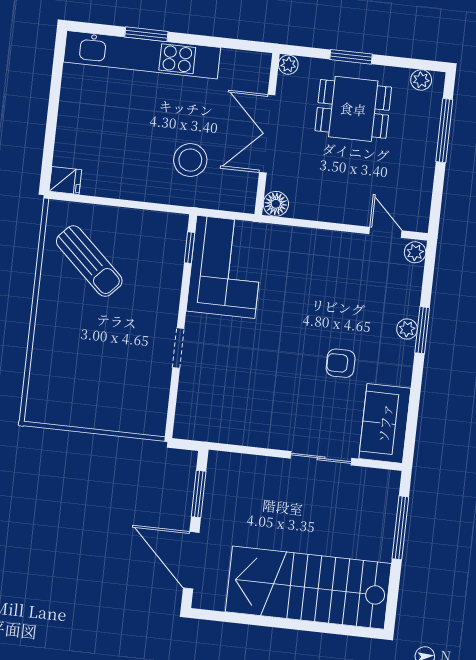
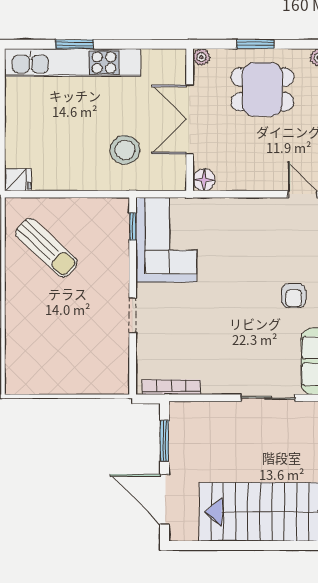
armchair: (341, 363) -> (294, 295), moved, turned -90
bookcase: (213, 434) -> (171, 387), added

